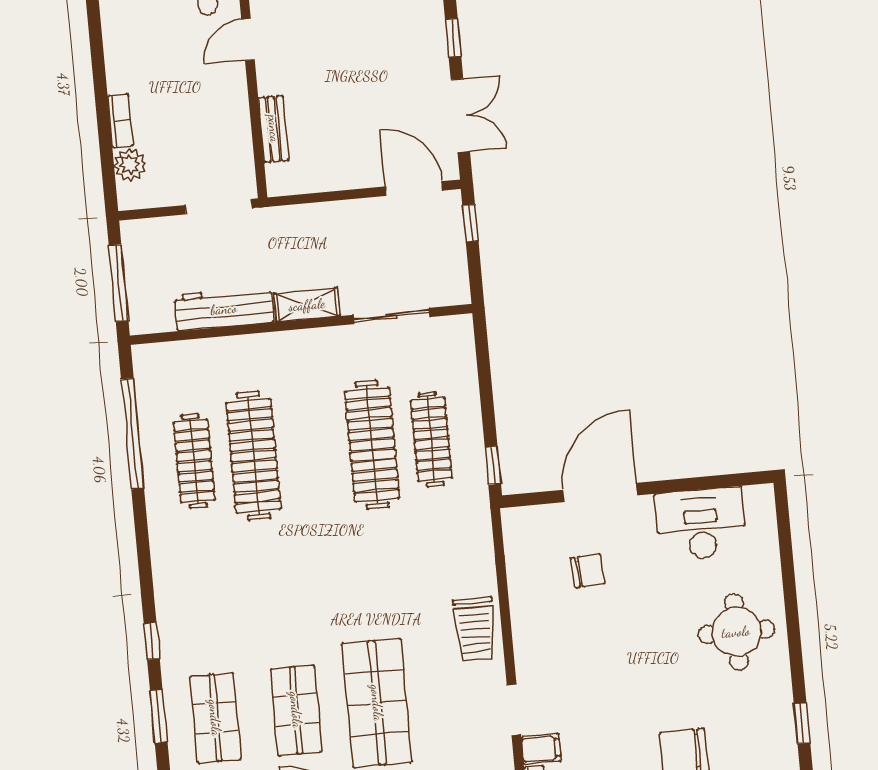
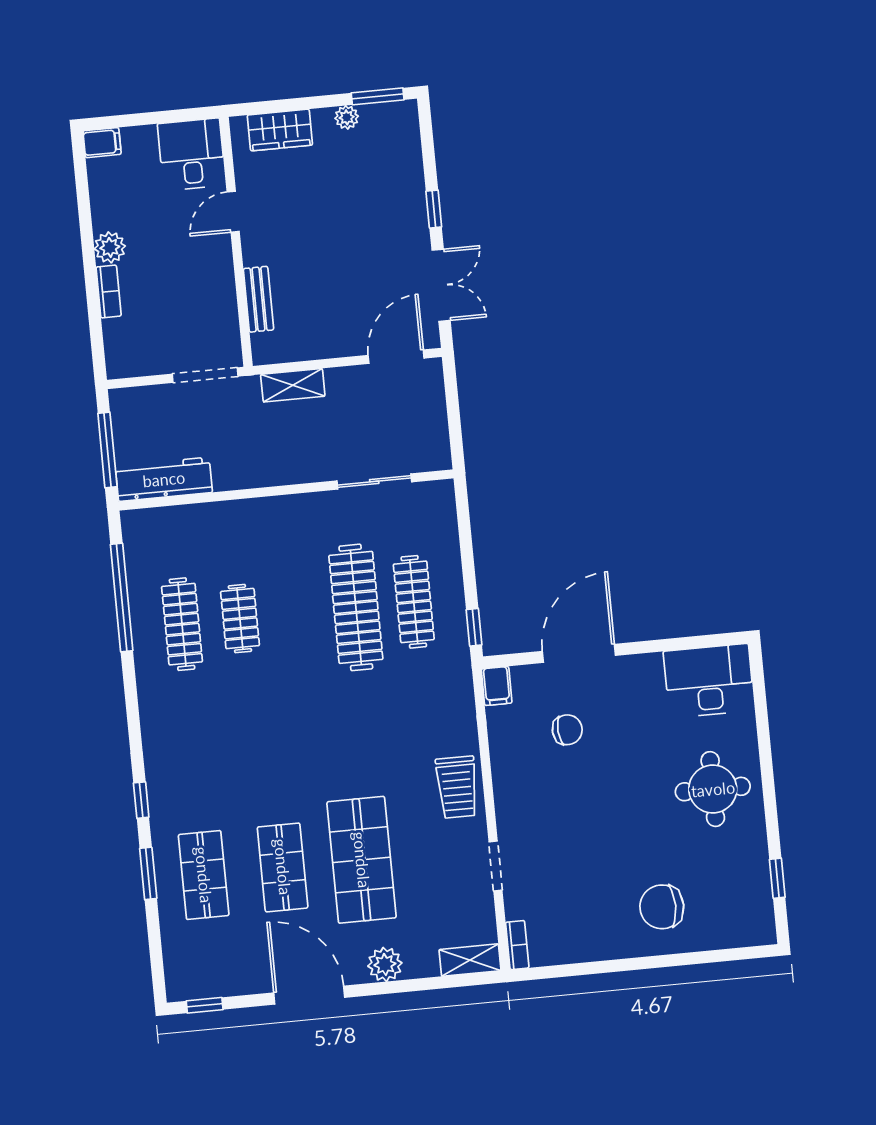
plant: (130, 165) -> (110, 247), moved
door: (414, 188) -> (396, 357), hinge flipped
window: (470, 223) -> (451, 391), removed
shelving: (307, 305) -> (293, 385), moved
workbench: (224, 309) -> (164, 479), moved
clothes rail: (253, 456) -> (240, 619), width x0.54, depth x0.76
desk: (701, 524) -> (709, 681), moved
filing cabinet: (541, 749) -> (497, 686), moved, turned 90

